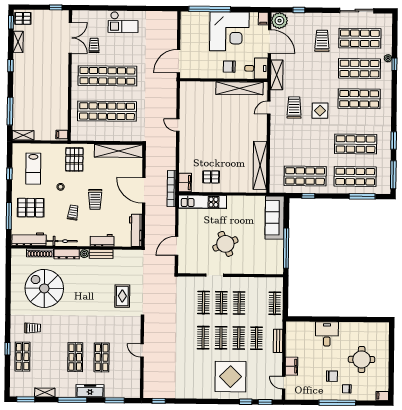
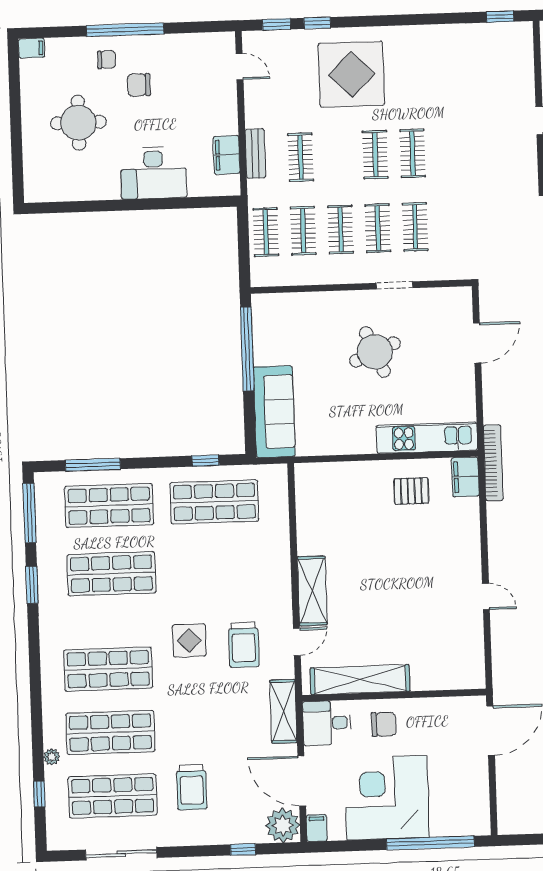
window: (394, 64) -> (39, 794), moved
shelving: (260, 165) -> (312, 591), moved, width x0.68
desk: (327, 334) -> (154, 173), width x1.37
clothes rail: (239, 338) -> (303, 231), moved
filing cabinet: (291, 366) -> (227, 155), moved

